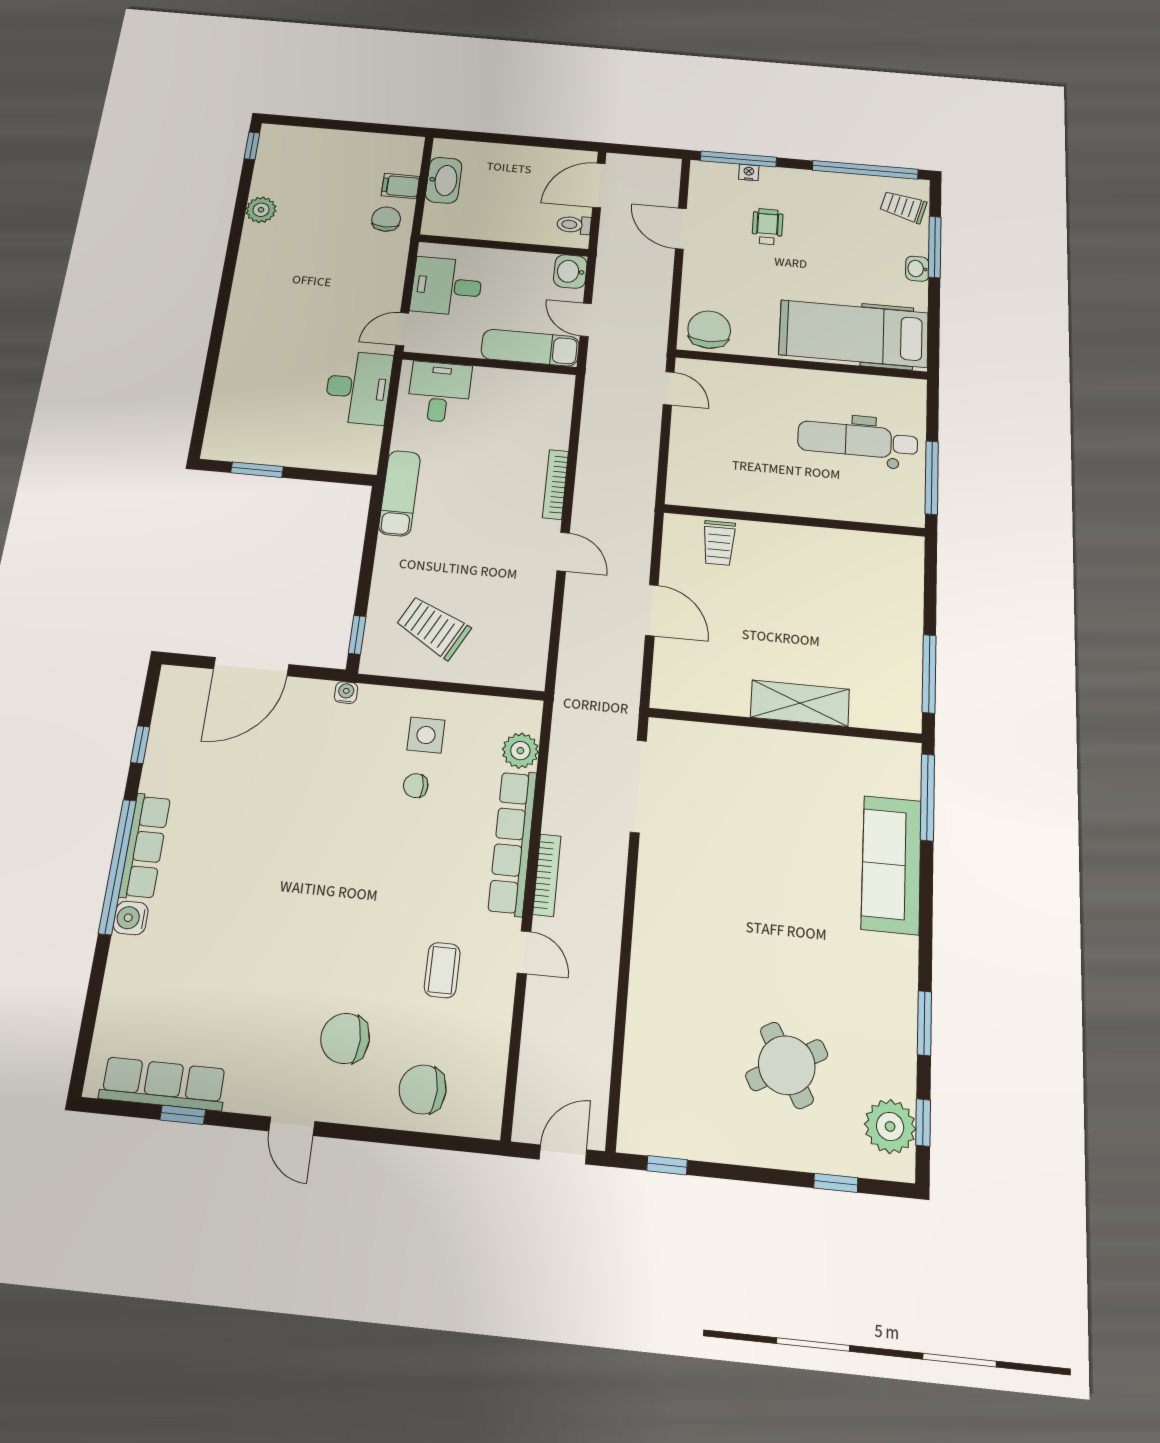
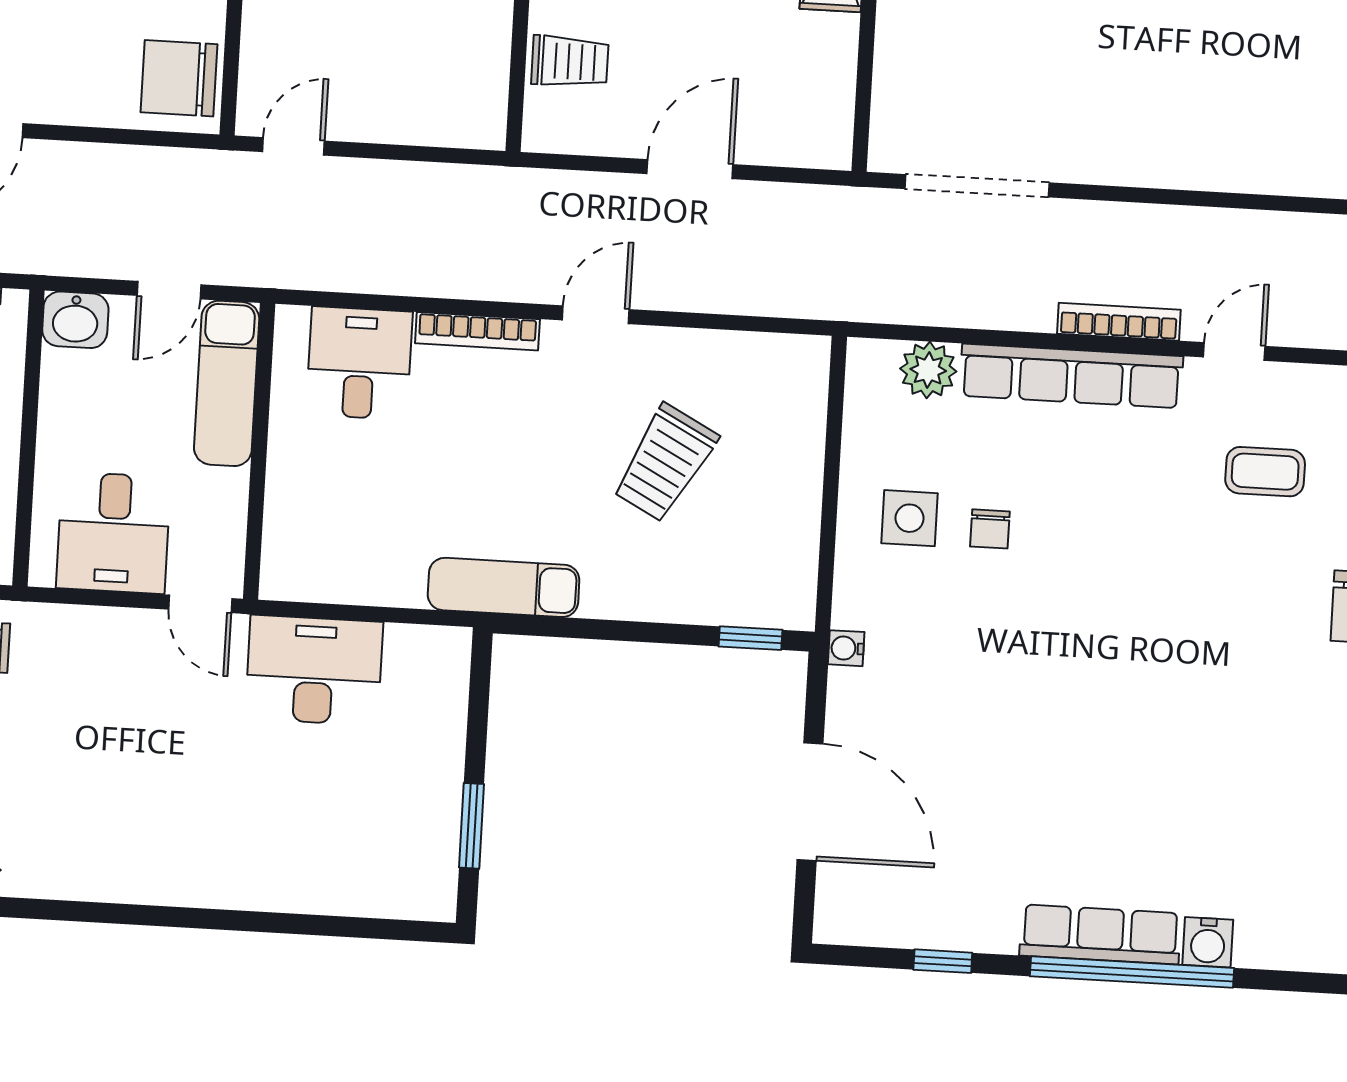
desk: (439, 392) -> (359, 363), moved, turned 90
trolley: (433, 627) -> (665, 463), moved

